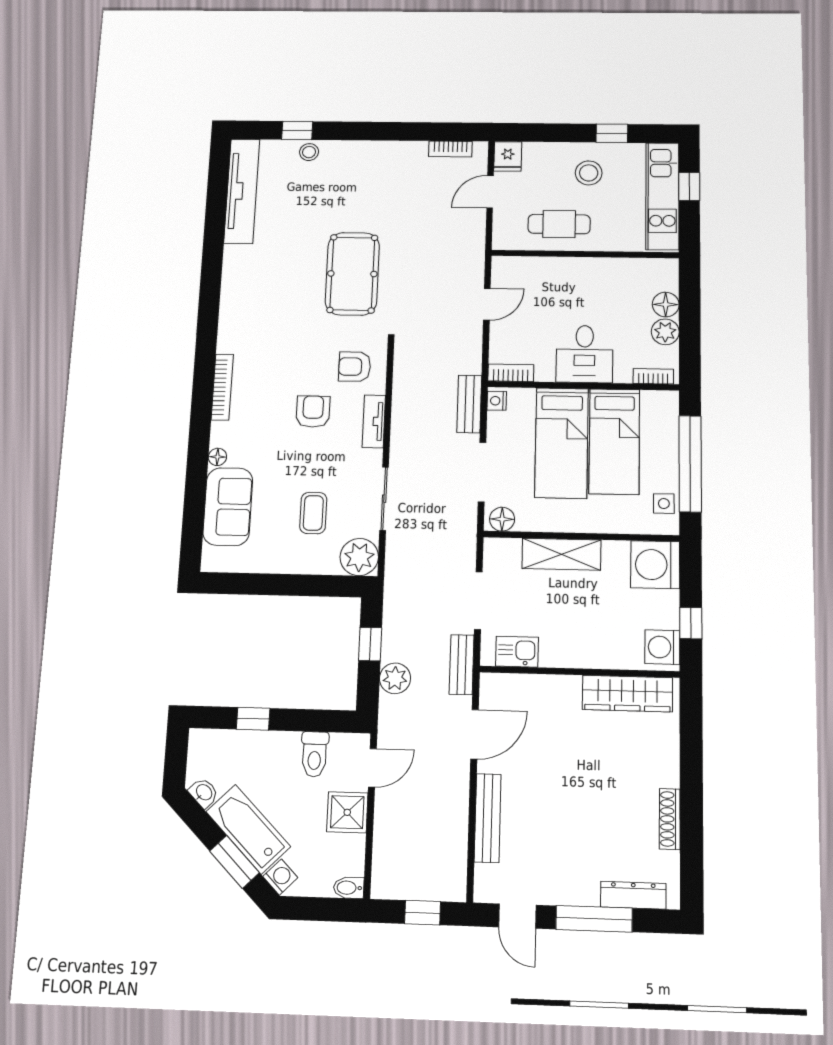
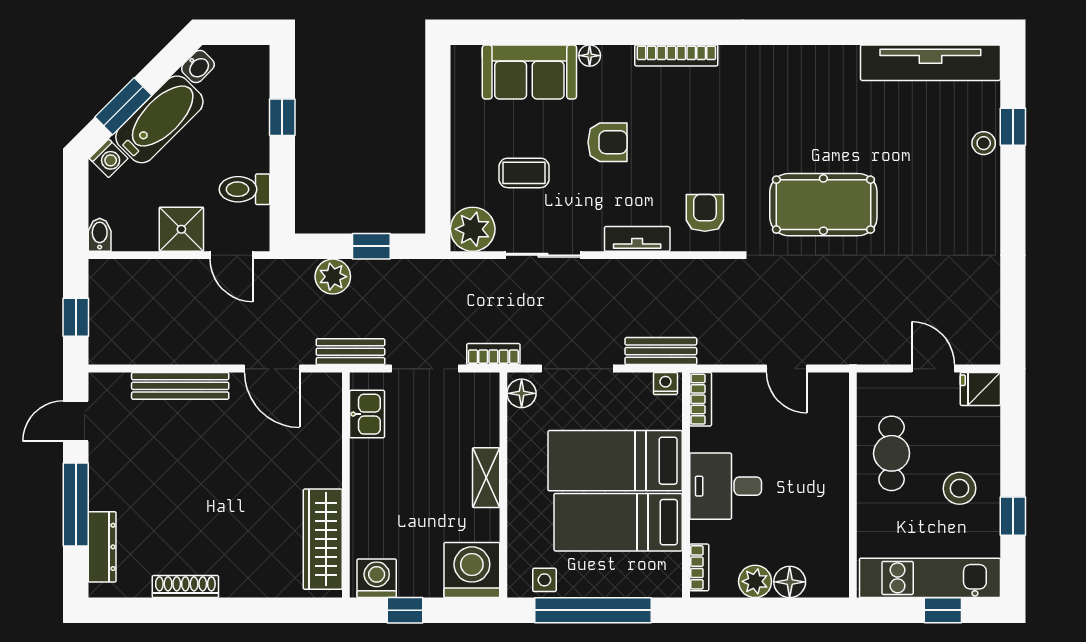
bookcase: (450, 149) -> (493, 354), moved, turned 90
armchair: (313, 412) -> (608, 142), moved
shelving: (561, 554) -> (486, 478), width x0.67, depth x0.75

